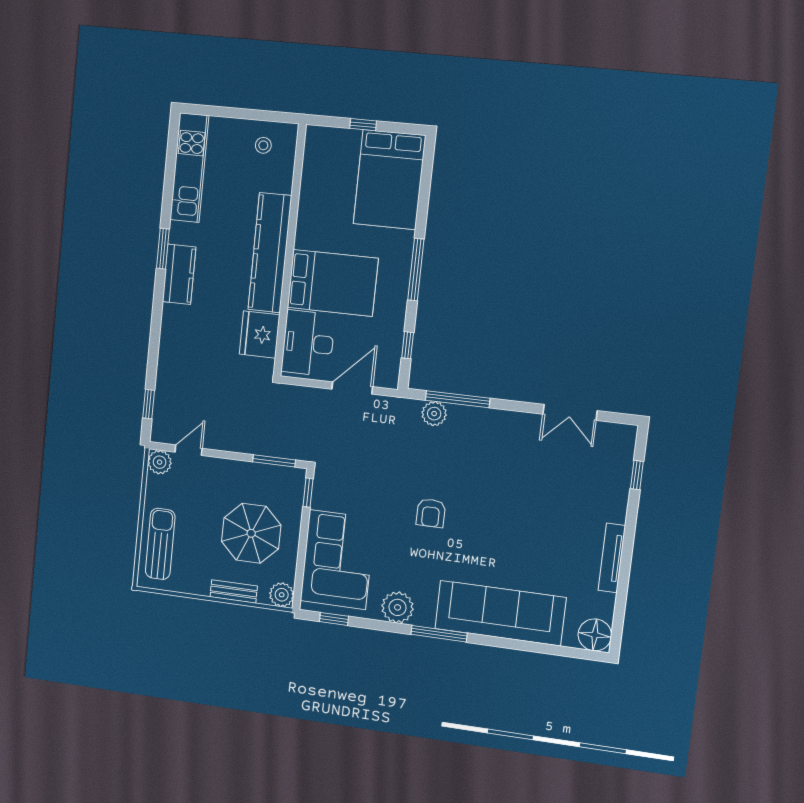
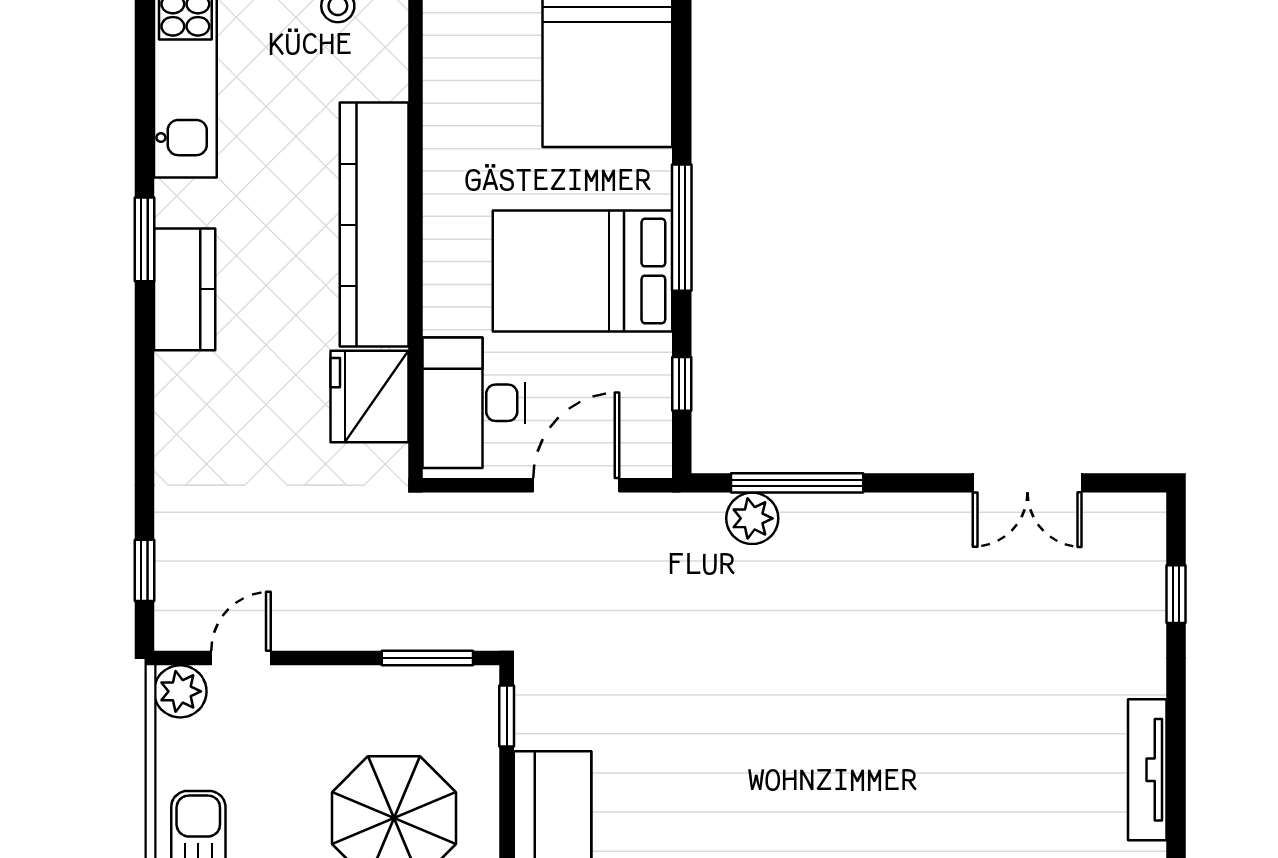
bed: (333, 283) -> (583, 271), moved, turned 180
armchair: (431, 513) -> (769, 726), removed

